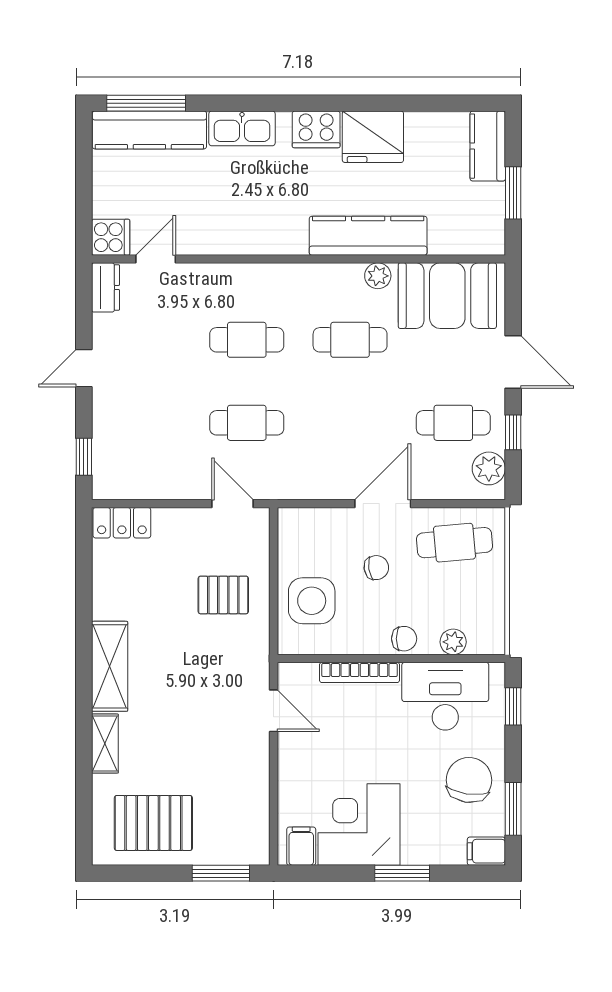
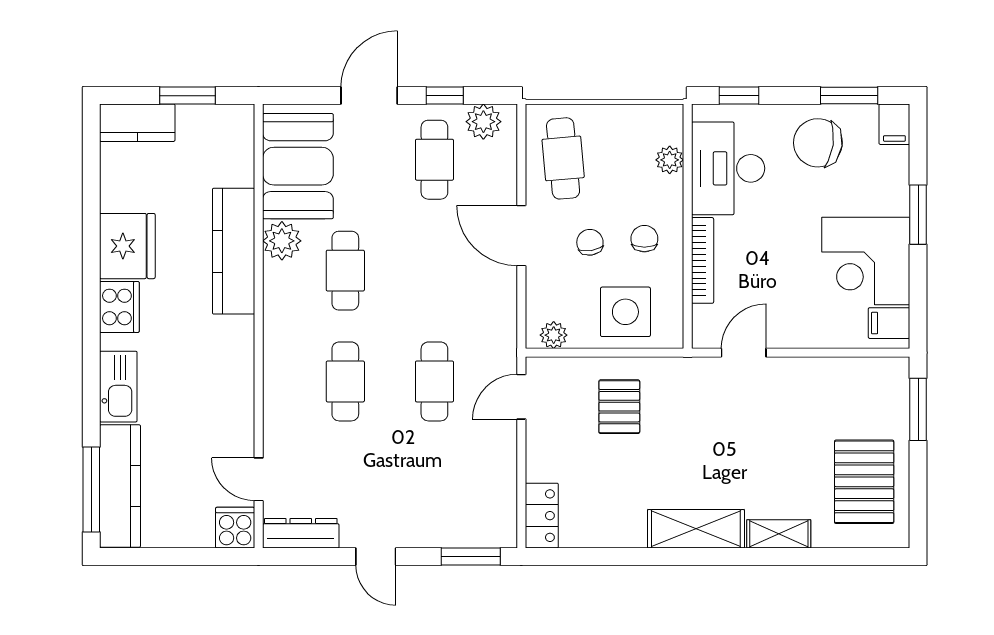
plant: (378, 276) -> (282, 241), width x1.38, depth x1.38
dresser: (105, 287) -> (301, 533), width x1.44
window: (84, 457) -> (471, 557), width x1.50
plant: (290, 534) -> (554, 335), added
chair: (404, 639) -> (644, 239), moved

